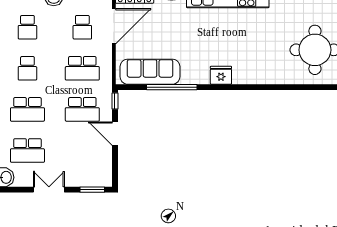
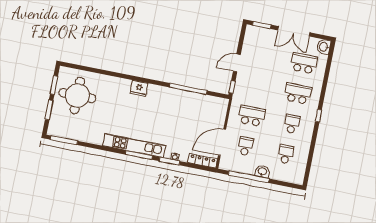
sofa: (150, 72) -> (202, 103), removed
fridge: (221, 75) -> (139, 88), moved
school desk: (82, 109) -> (257, 86), removed
door: (115, 134) -> (237, 63), swing flipped
double door: (49, 190) -> (294, 31), width x1.37

